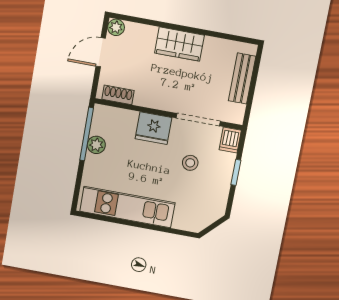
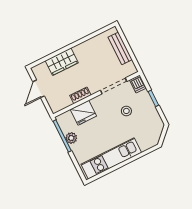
plant: (116, 27) -> (37, 70), removed
wardrobe: (179, 44) -> (62, 62), moved
shoe rack: (118, 95) -> (80, 95), moved
fridge: (154, 128) -> (83, 113), moved

